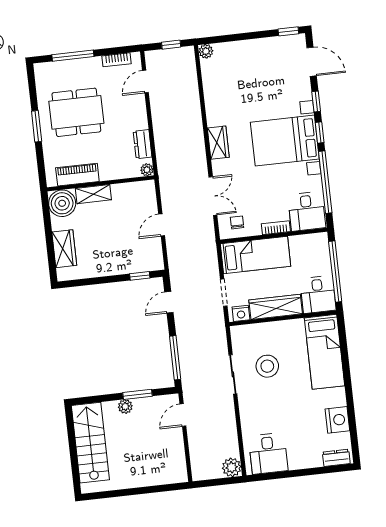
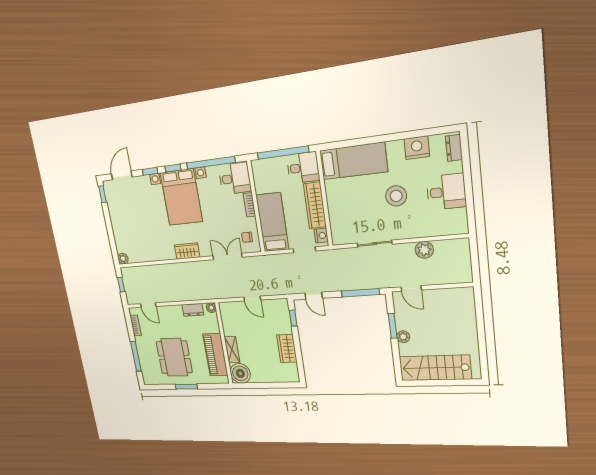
piano: (77, 175) -> (215, 355), width x1.37, depth x1.33
wardrobe: (64, 249) -> (287, 349), moved, turned -90
stool: (267, 366) -> (396, 196), moved
desk: (268, 453) -> (446, 192), moved
plant: (232, 467) -> (424, 250), moved

